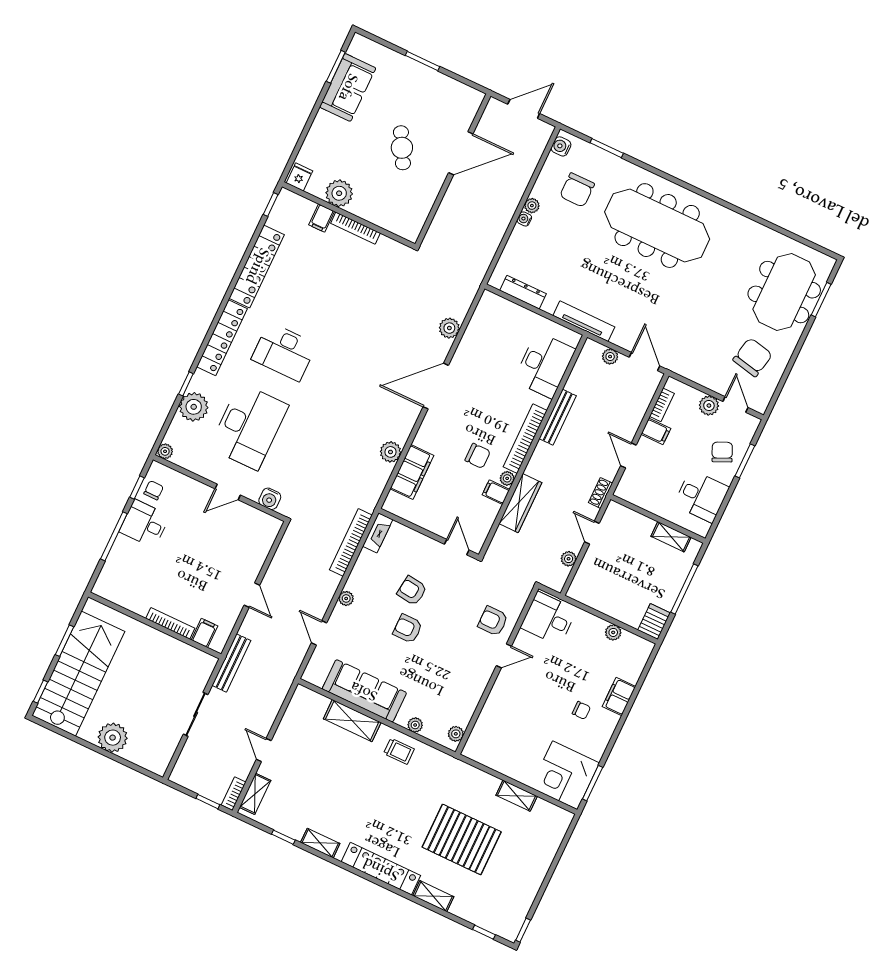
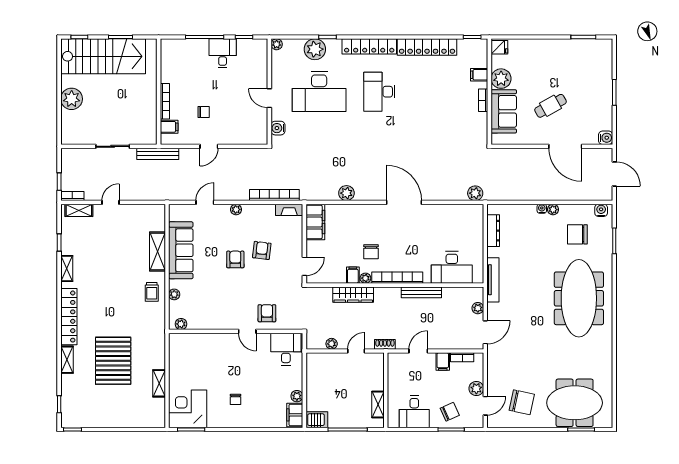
sofa: (348, 87) -> (504, 111), moved, turned -90
water cooler: (474, 98) -> (606, 138), added
bookcase: (356, 228) -> (483, 100), width x0.64
plant: (449, 328) -> (475, 193), moved
filing cabinet: (412, 472) -> (315, 222), moved, turned -90
chair: (154, 490) -> (204, 112), moved
filing cabinet: (619, 696) -> (295, 415), moved, turned -90

